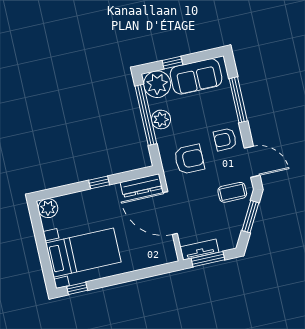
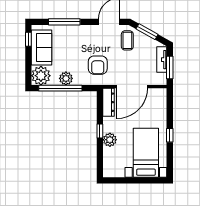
window: (172, 63) -> (28, 39), moved
armchair: (225, 139) -> (90, 37), removed
armchair: (189, 159) -> (98, 65), turned 180
plant: (48, 208) -> (110, 140), moved
tv unit: (200, 250) -> (162, 60), moved
window: (77, 288) -> (170, 135), moved

